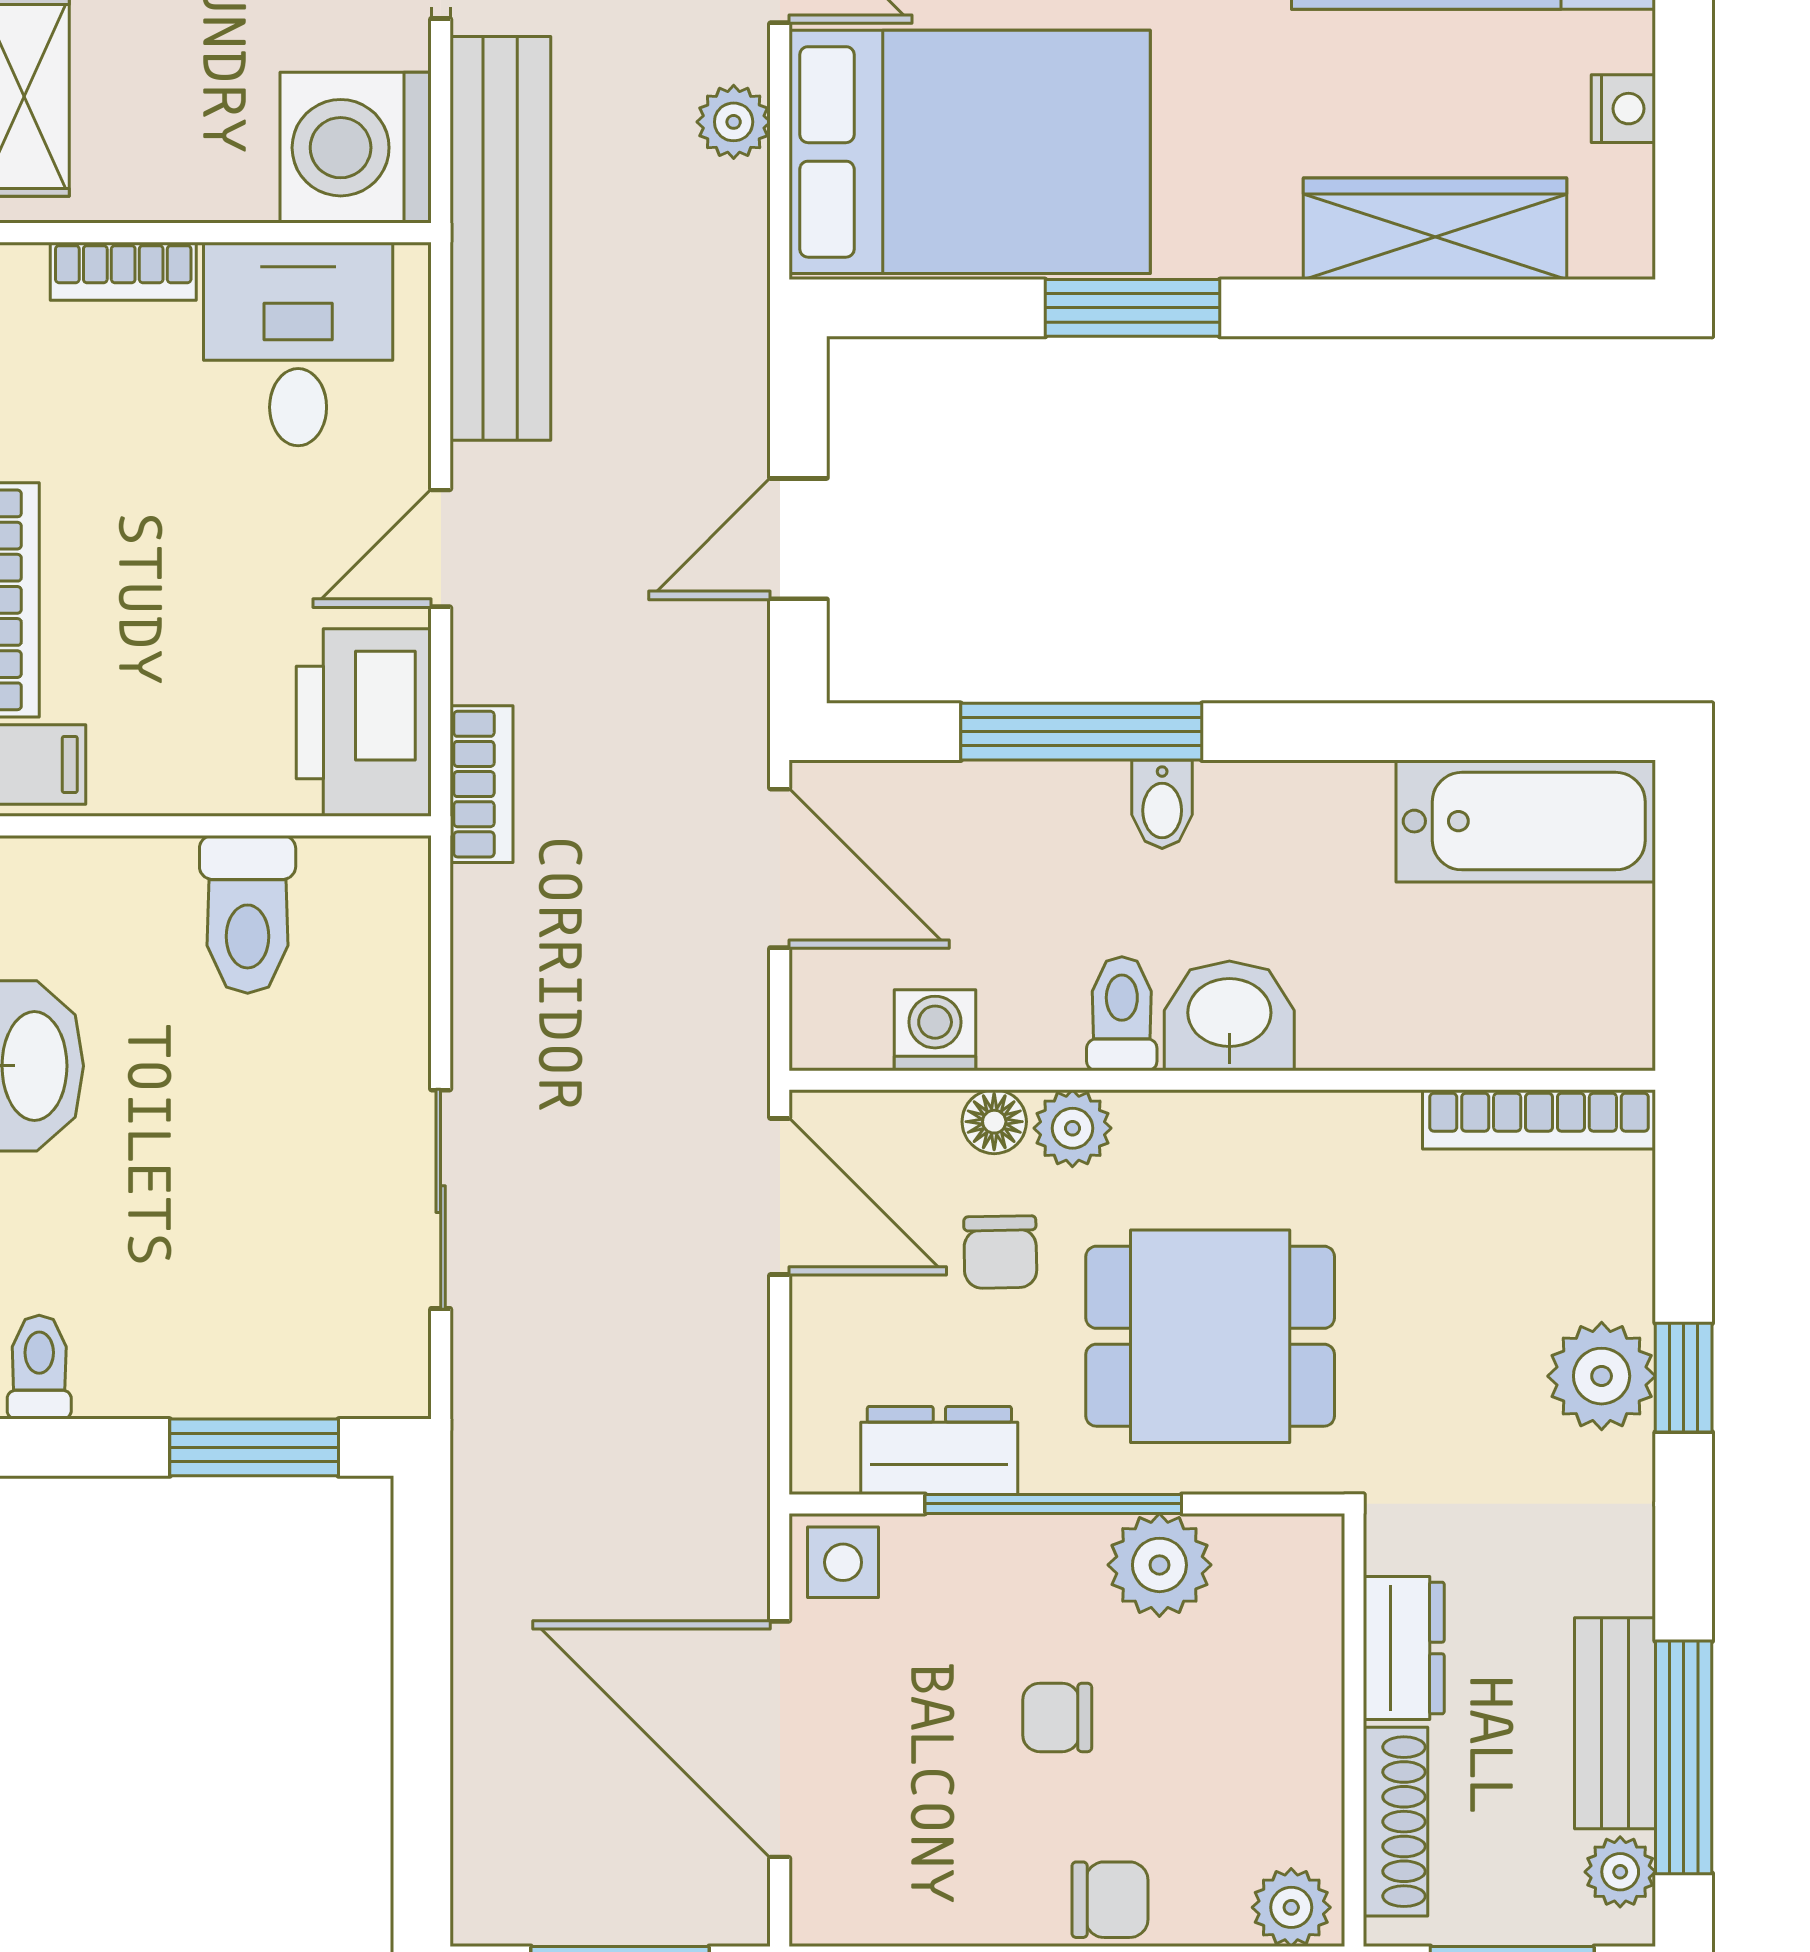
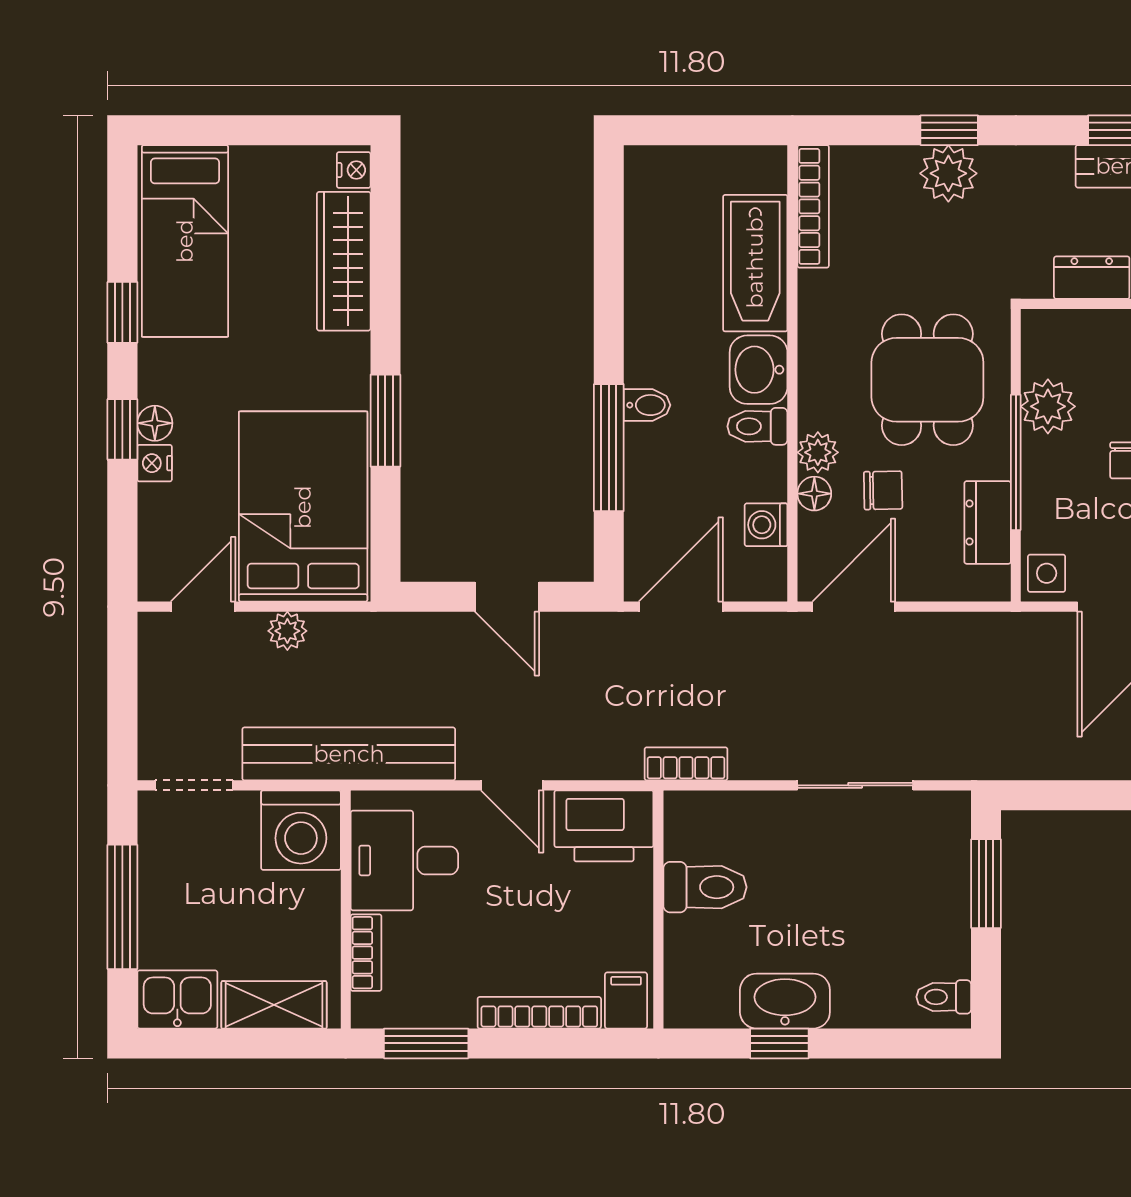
nightstand: (1623, 109) -> (354, 170), moved, turned 90
bookcase: (481, 784) -> (686, 764), moved
bathtub: (1526, 821) -> (755, 263), moved, turned 180

